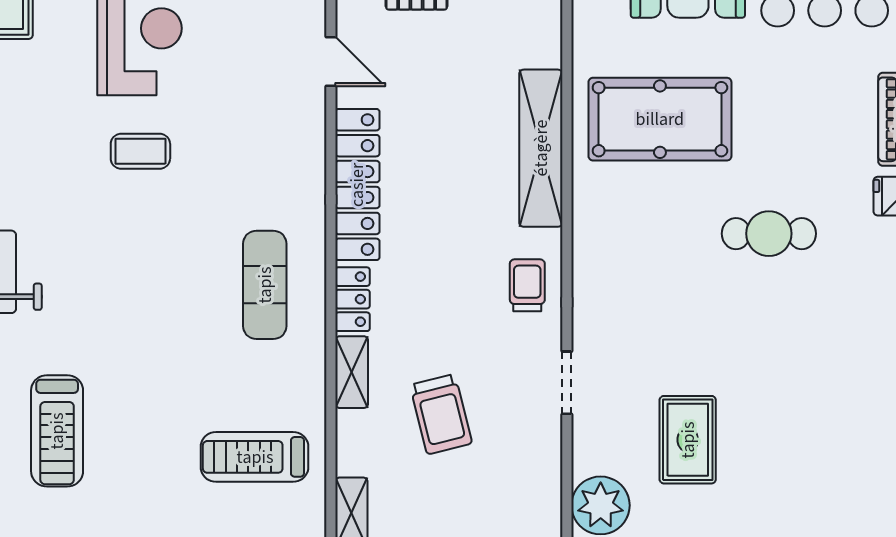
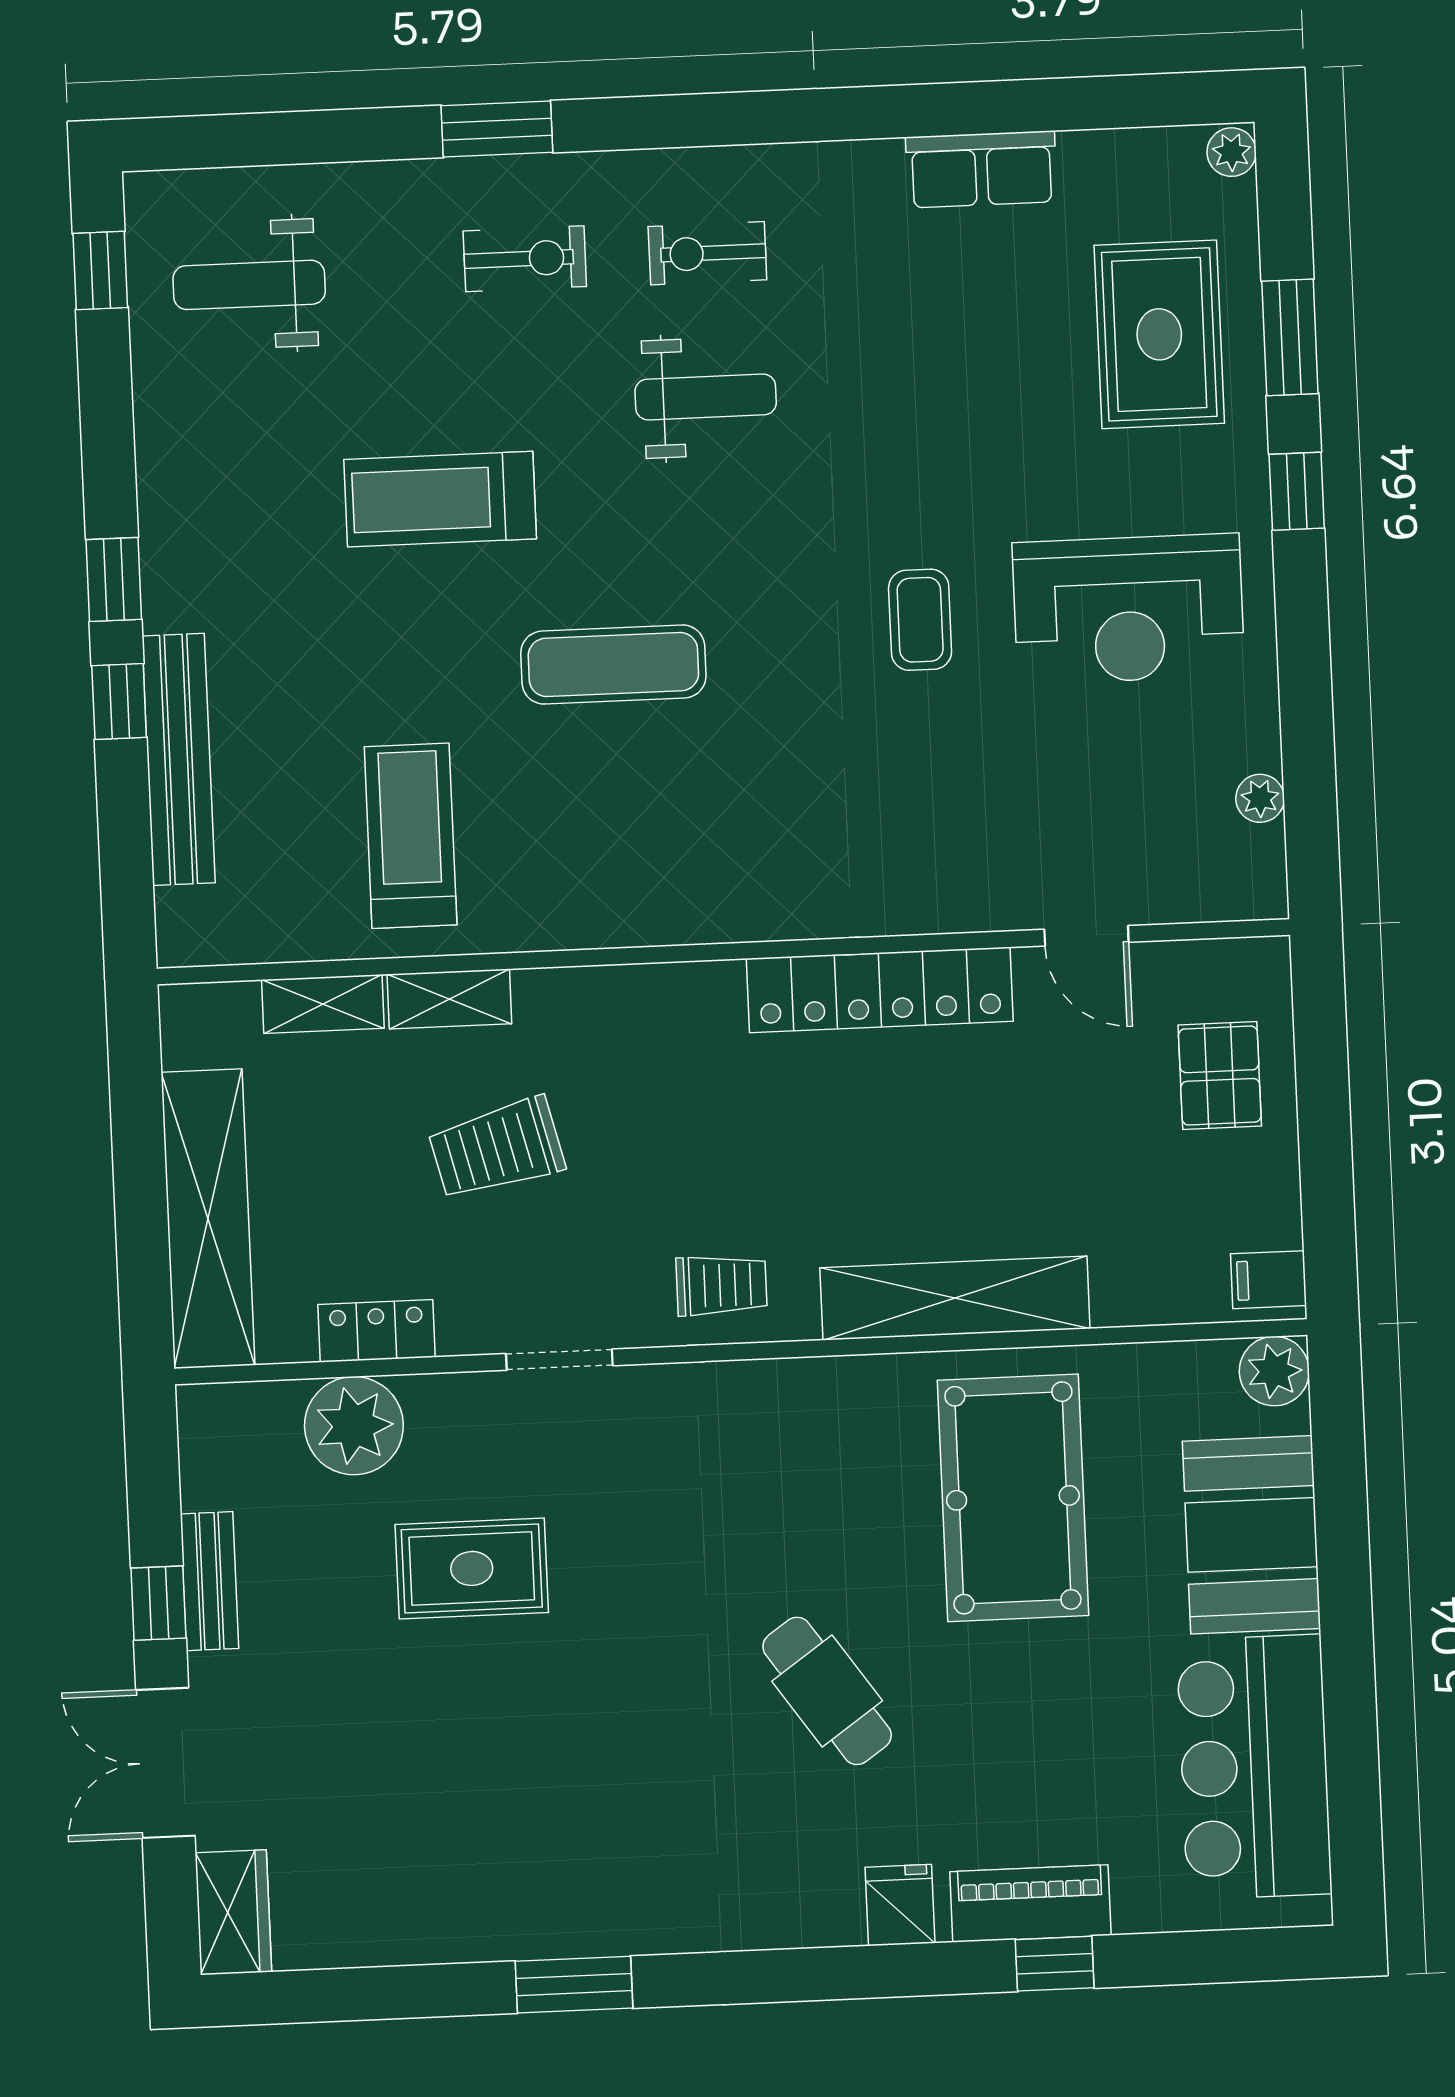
door: (331, 61) -> (1086, 936), hinge flipped
cafe table: (769, 234) -> (827, 1691), turned -35
exercise mat: (265, 285) -> (613, 665), moved
locker: (353, 299) -> (376, 1331), moved, turned 180
shelving: (352, 372) -> (449, 999), moved

